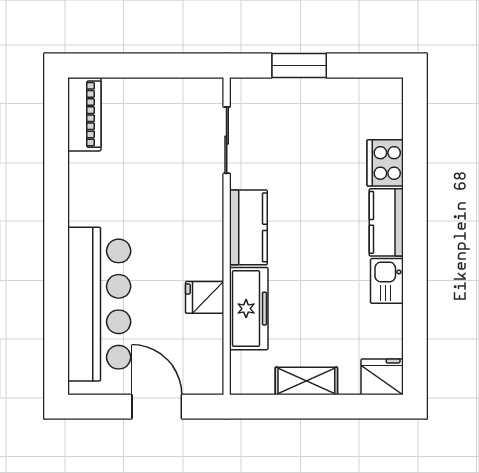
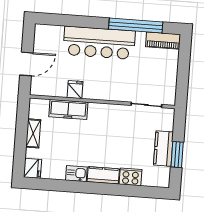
window: (299, 66) -> (177, 155), moved
window: (56, 176) -> (136, 26), added
kitchen counter: (248, 227) -> (163, 149), moved, turned 90
bar counter: (99, 304) -> (99, 43), moved

